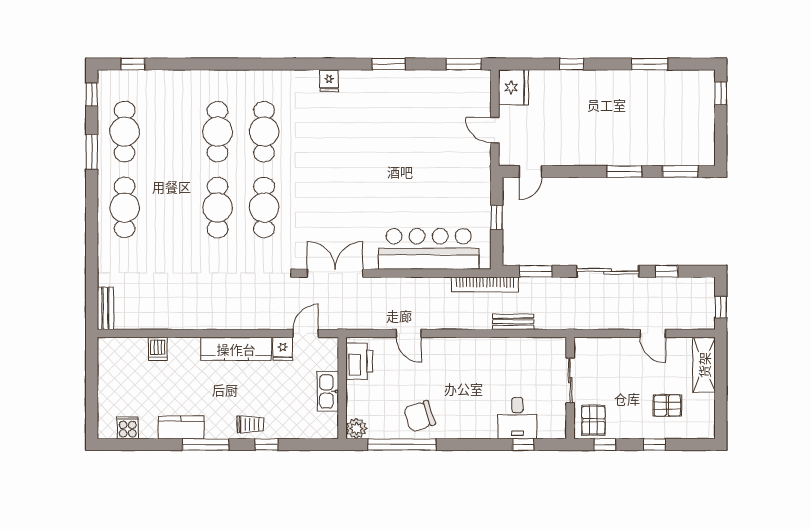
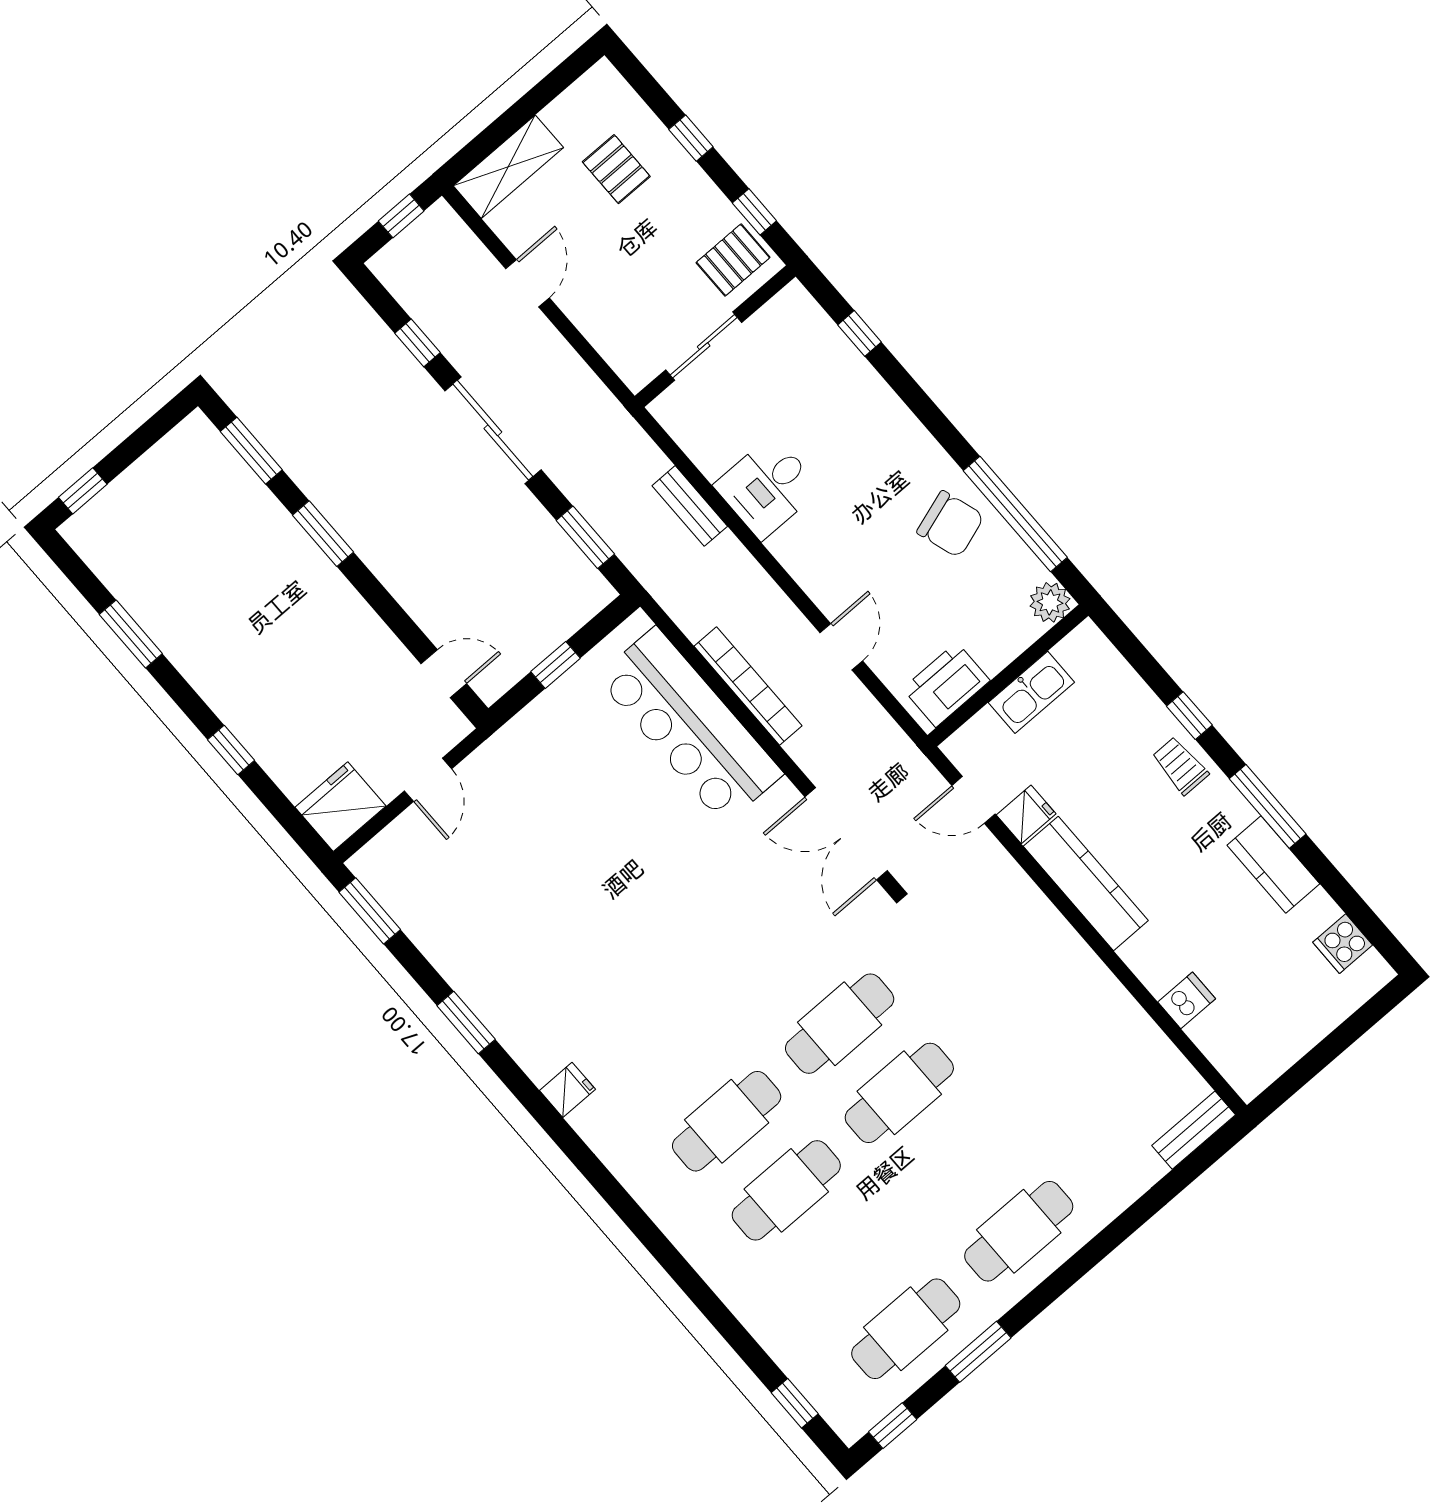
bookcase: (485, 284) -> (748, 686), moved
desk: (517, 418) -> (767, 487), moved, turned 180

